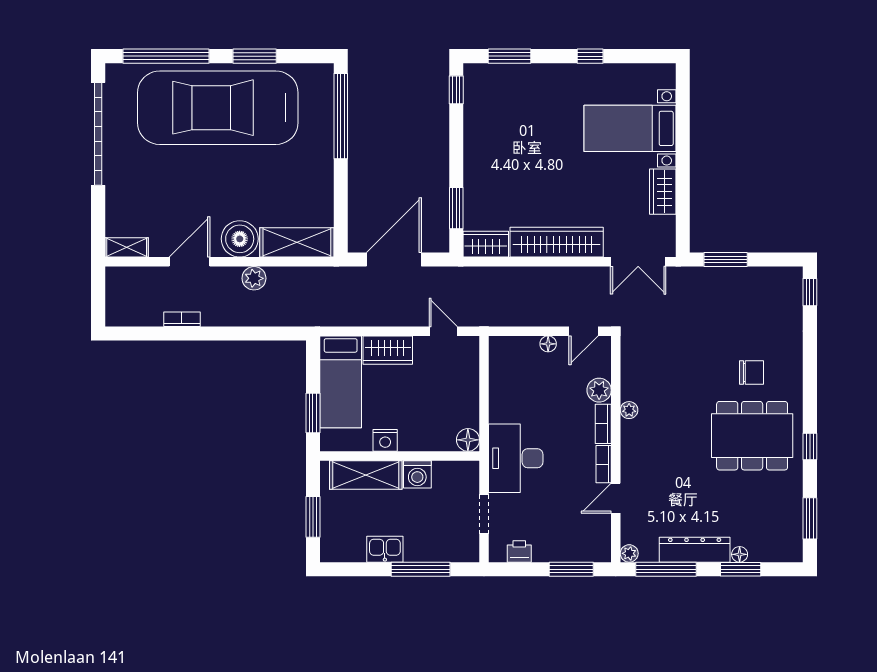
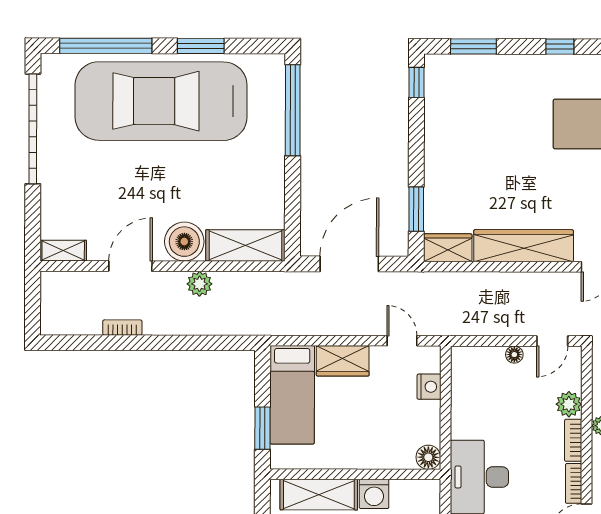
nightstand: (385, 440) -> (429, 387), moved, turned -90

